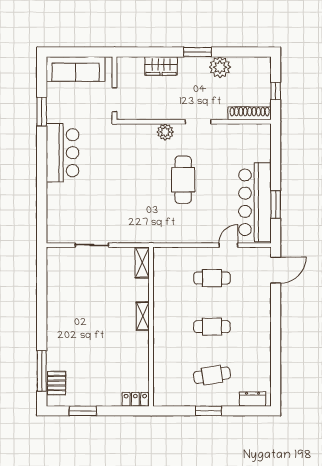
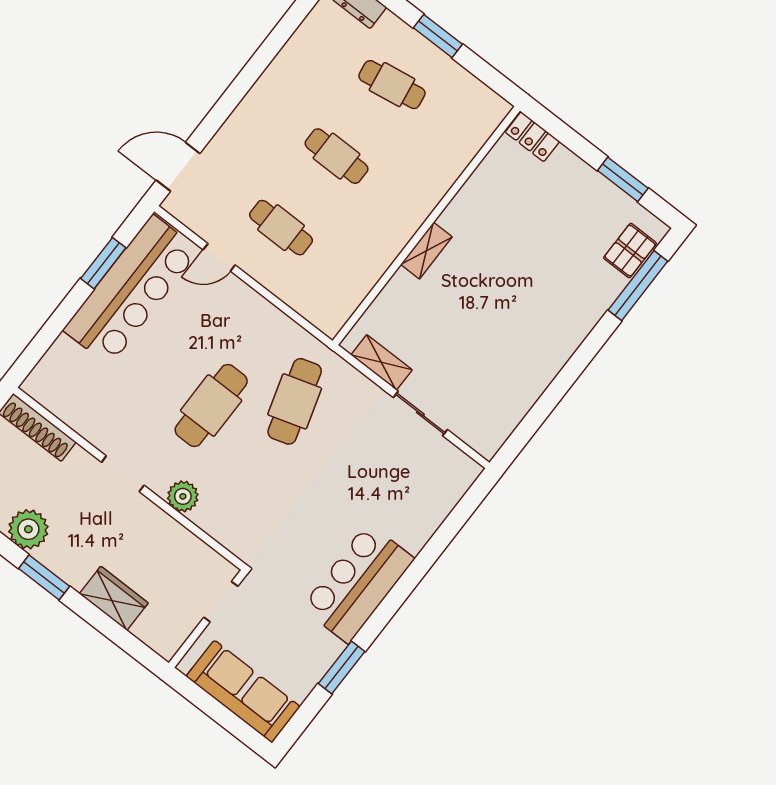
cafe table: (149, 209) -> (295, 401), added
shelving: (142, 263) -> (382, 362), moved, turned 90

